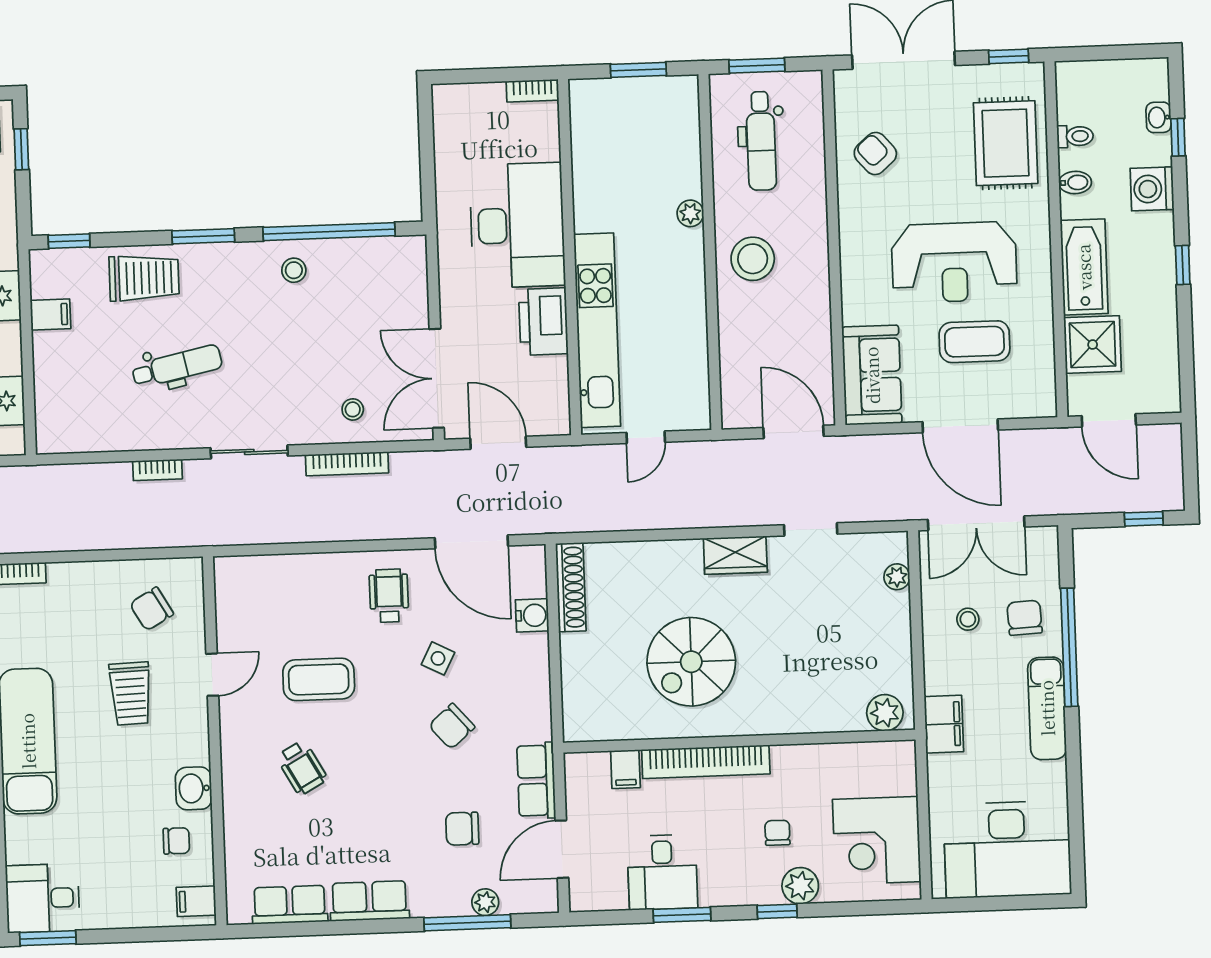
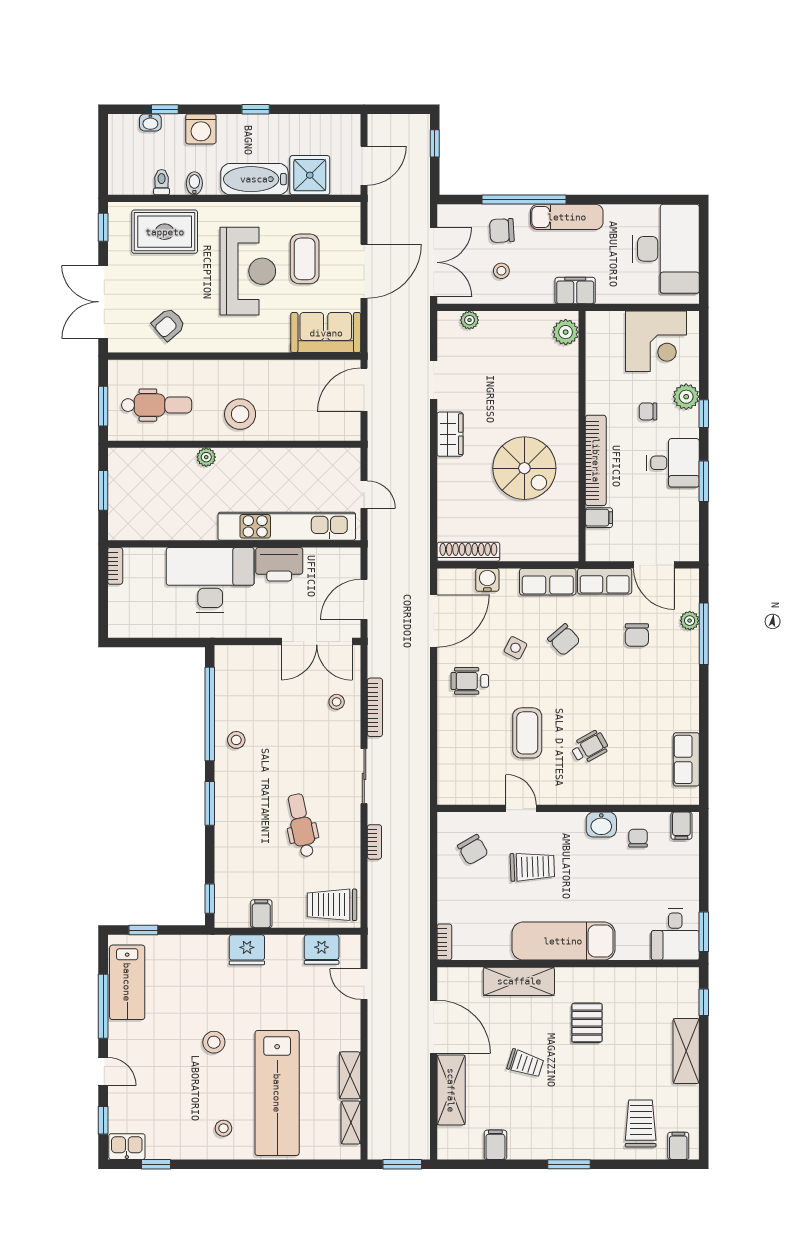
trolley: (144, 278) -> (332, 905), moved, turned -90
desk: (662, 872) -> (673, 463), moved
row of seats: (369, 901) -> (548, 582), moved, turned -90

